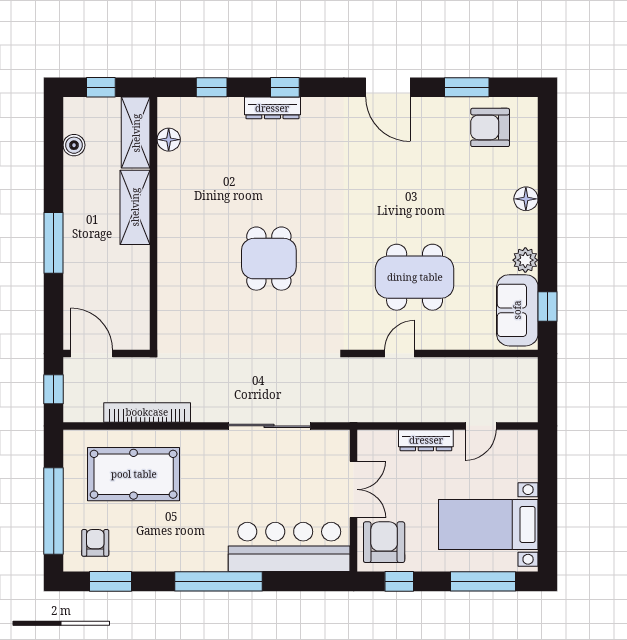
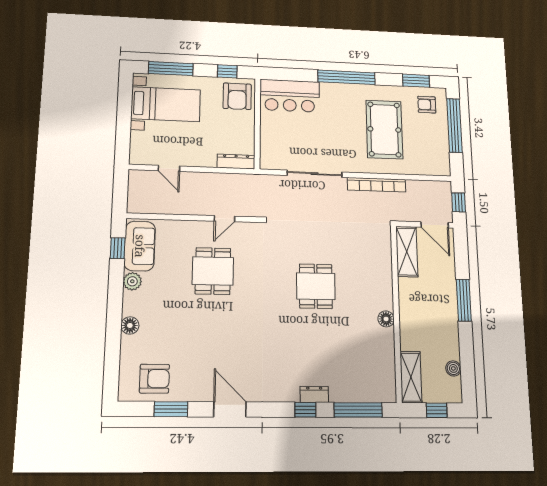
window: (212, 87) -> (358, 410), width x2.17
dresser: (272, 108) -> (314, 394), width x0.70
floor lamp: (169, 140) -> (386, 319), moved
shelving: (135, 207) -> (407, 252), moved
dining table: (415, 277) -> (213, 271), width x0.73
bookcase: (147, 412) -> (377, 185), moved
door: (481, 426) -> (169, 168), swing flipped
dresser: (426, 440) -> (236, 162), moved
pool table: (134, 474) -> (384, 129), moved, turned 90
double door: (354, 489) -> (257, 131), removed
armchair: (95, 543) -> (427, 105), turned 90
bar counter: (289, 547) -> (290, 96), width x0.73

